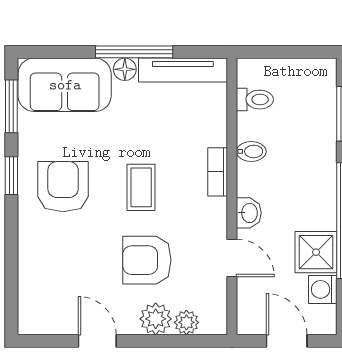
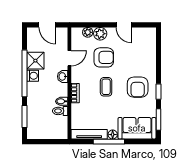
toilet: (255, 100) -> (60, 111), moved
door: (232, 258) -> (69, 58), swing flipped
washing machine: (323, 289) -> (33, 76), moved

